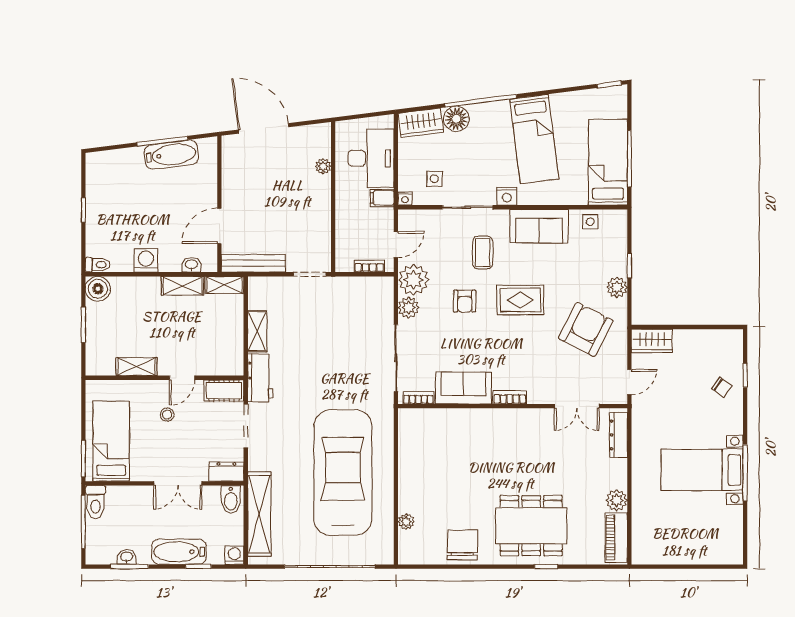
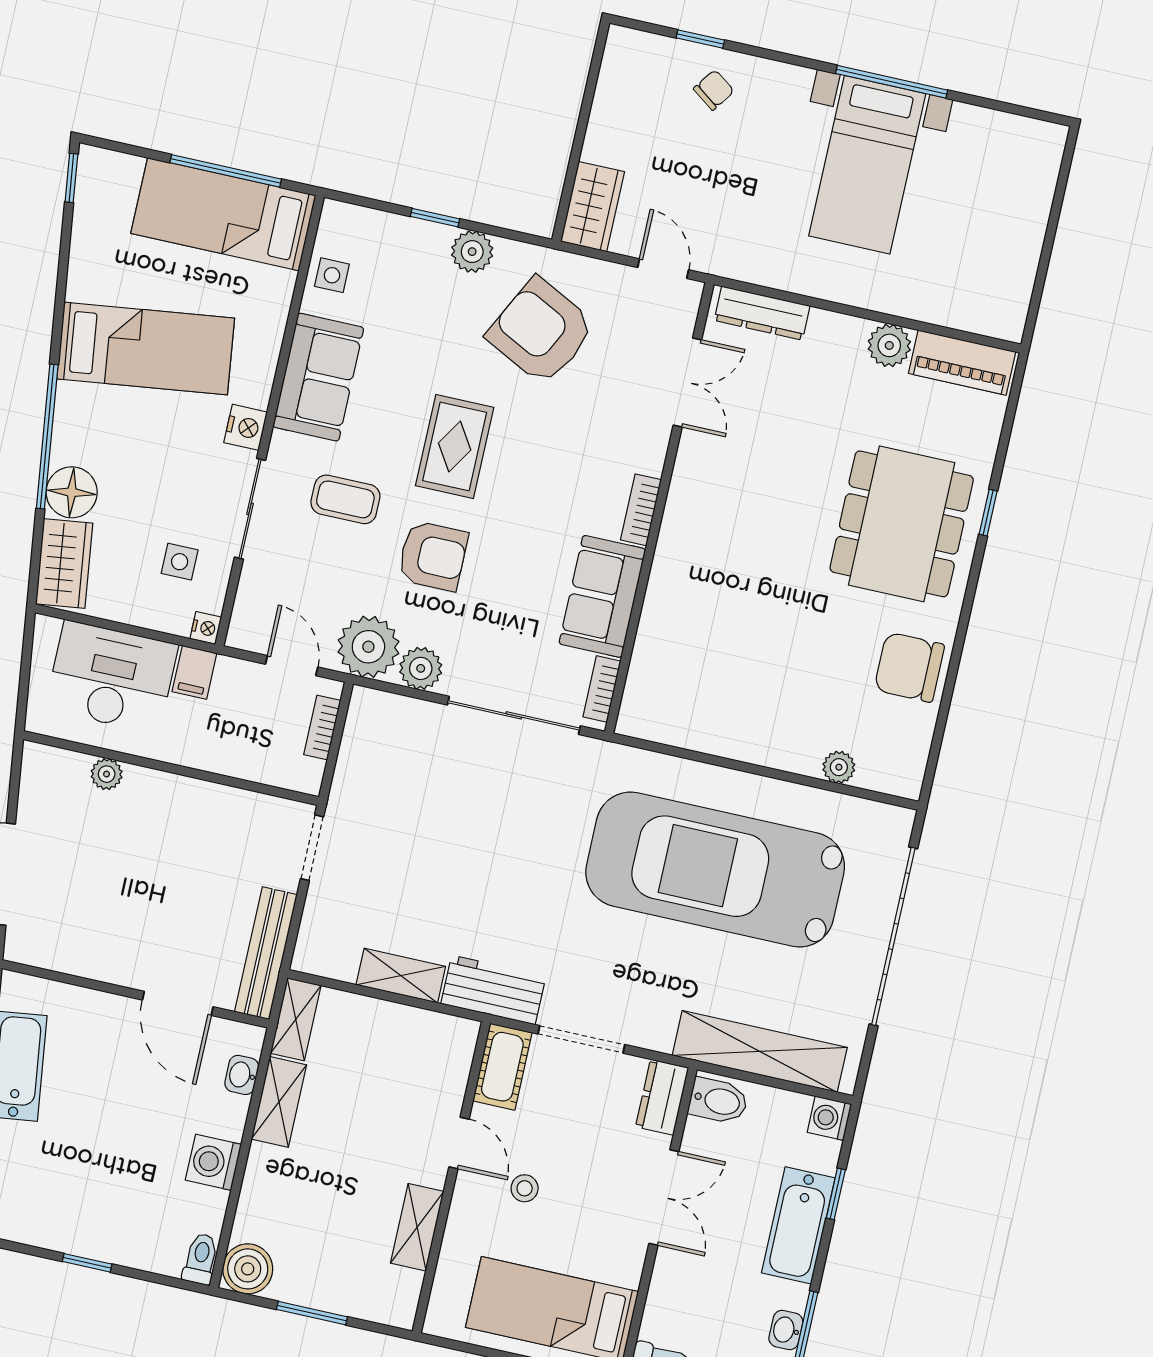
armchair: (465, 301) -> (433, 556), width x1.38, depth x1.38

